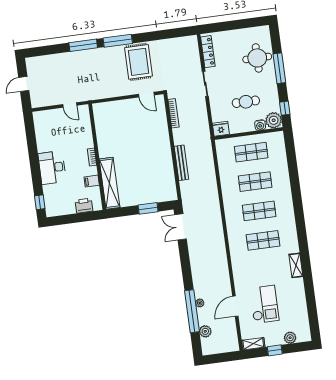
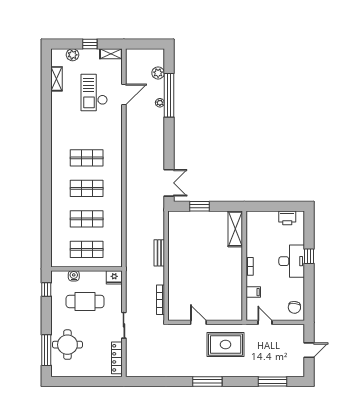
window: (83, 45) -> (273, 381), moved
rug: (139, 62) -> (226, 345), moved, turned 90
window: (279, 68) -> (46, 350), moved
door: (146, 95) -> (198, 322), moved
cafe table: (246, 102) -> (85, 301), width x1.37, depth x1.35
plant: (274, 120) -> (59, 279), removed
chair: (43, 123) -> (294, 307), added
bench: (181, 163) -> (159, 253), width x0.73
filing cabinet: (92, 181) -> (253, 292), moved
shelving: (109, 183) -> (235, 229), width x0.68
window: (40, 202) -> (309, 256), moved
printer: (84, 206) -> (287, 218), moved
shelving: (296, 265) -> (57, 79), moved

